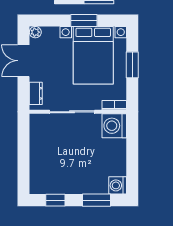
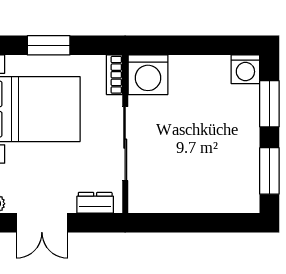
window: (55, 200) -> (269, 171), width x1.50

